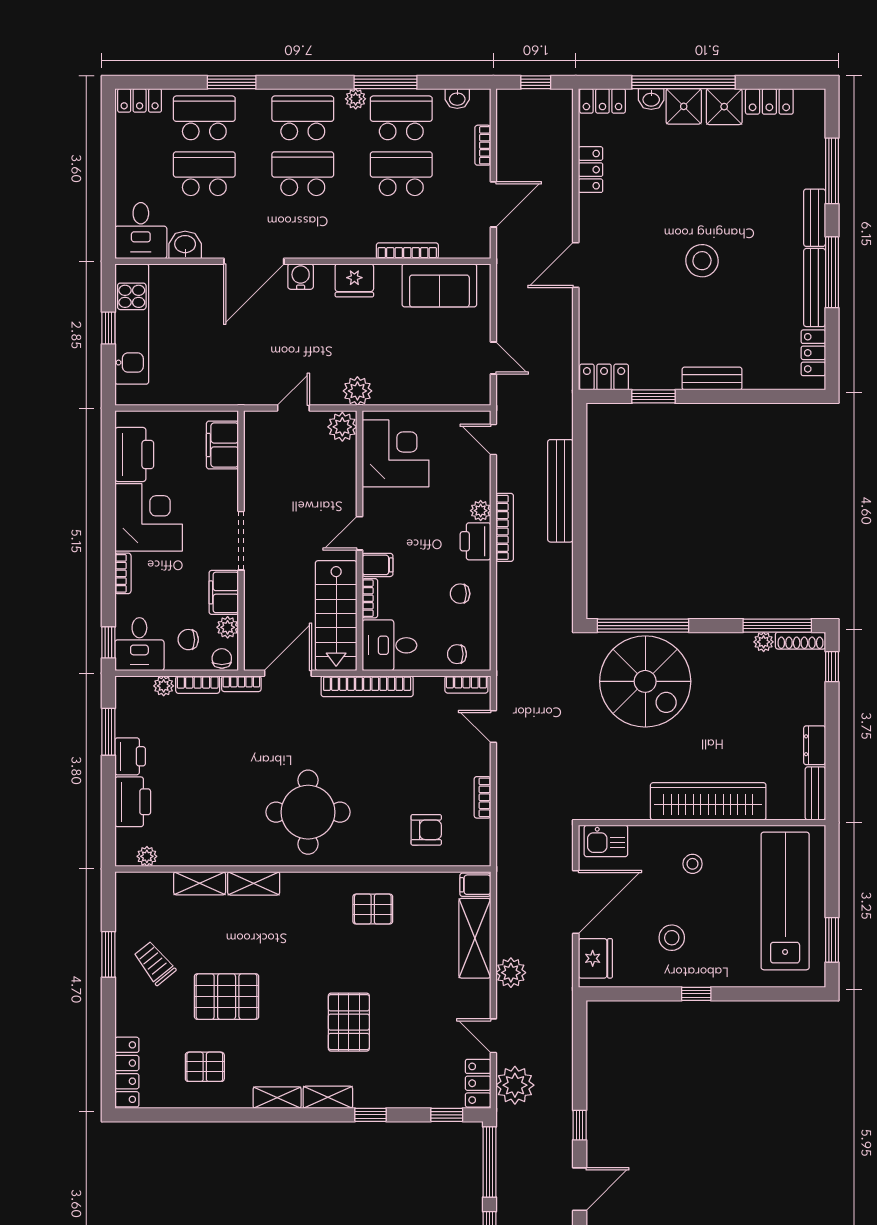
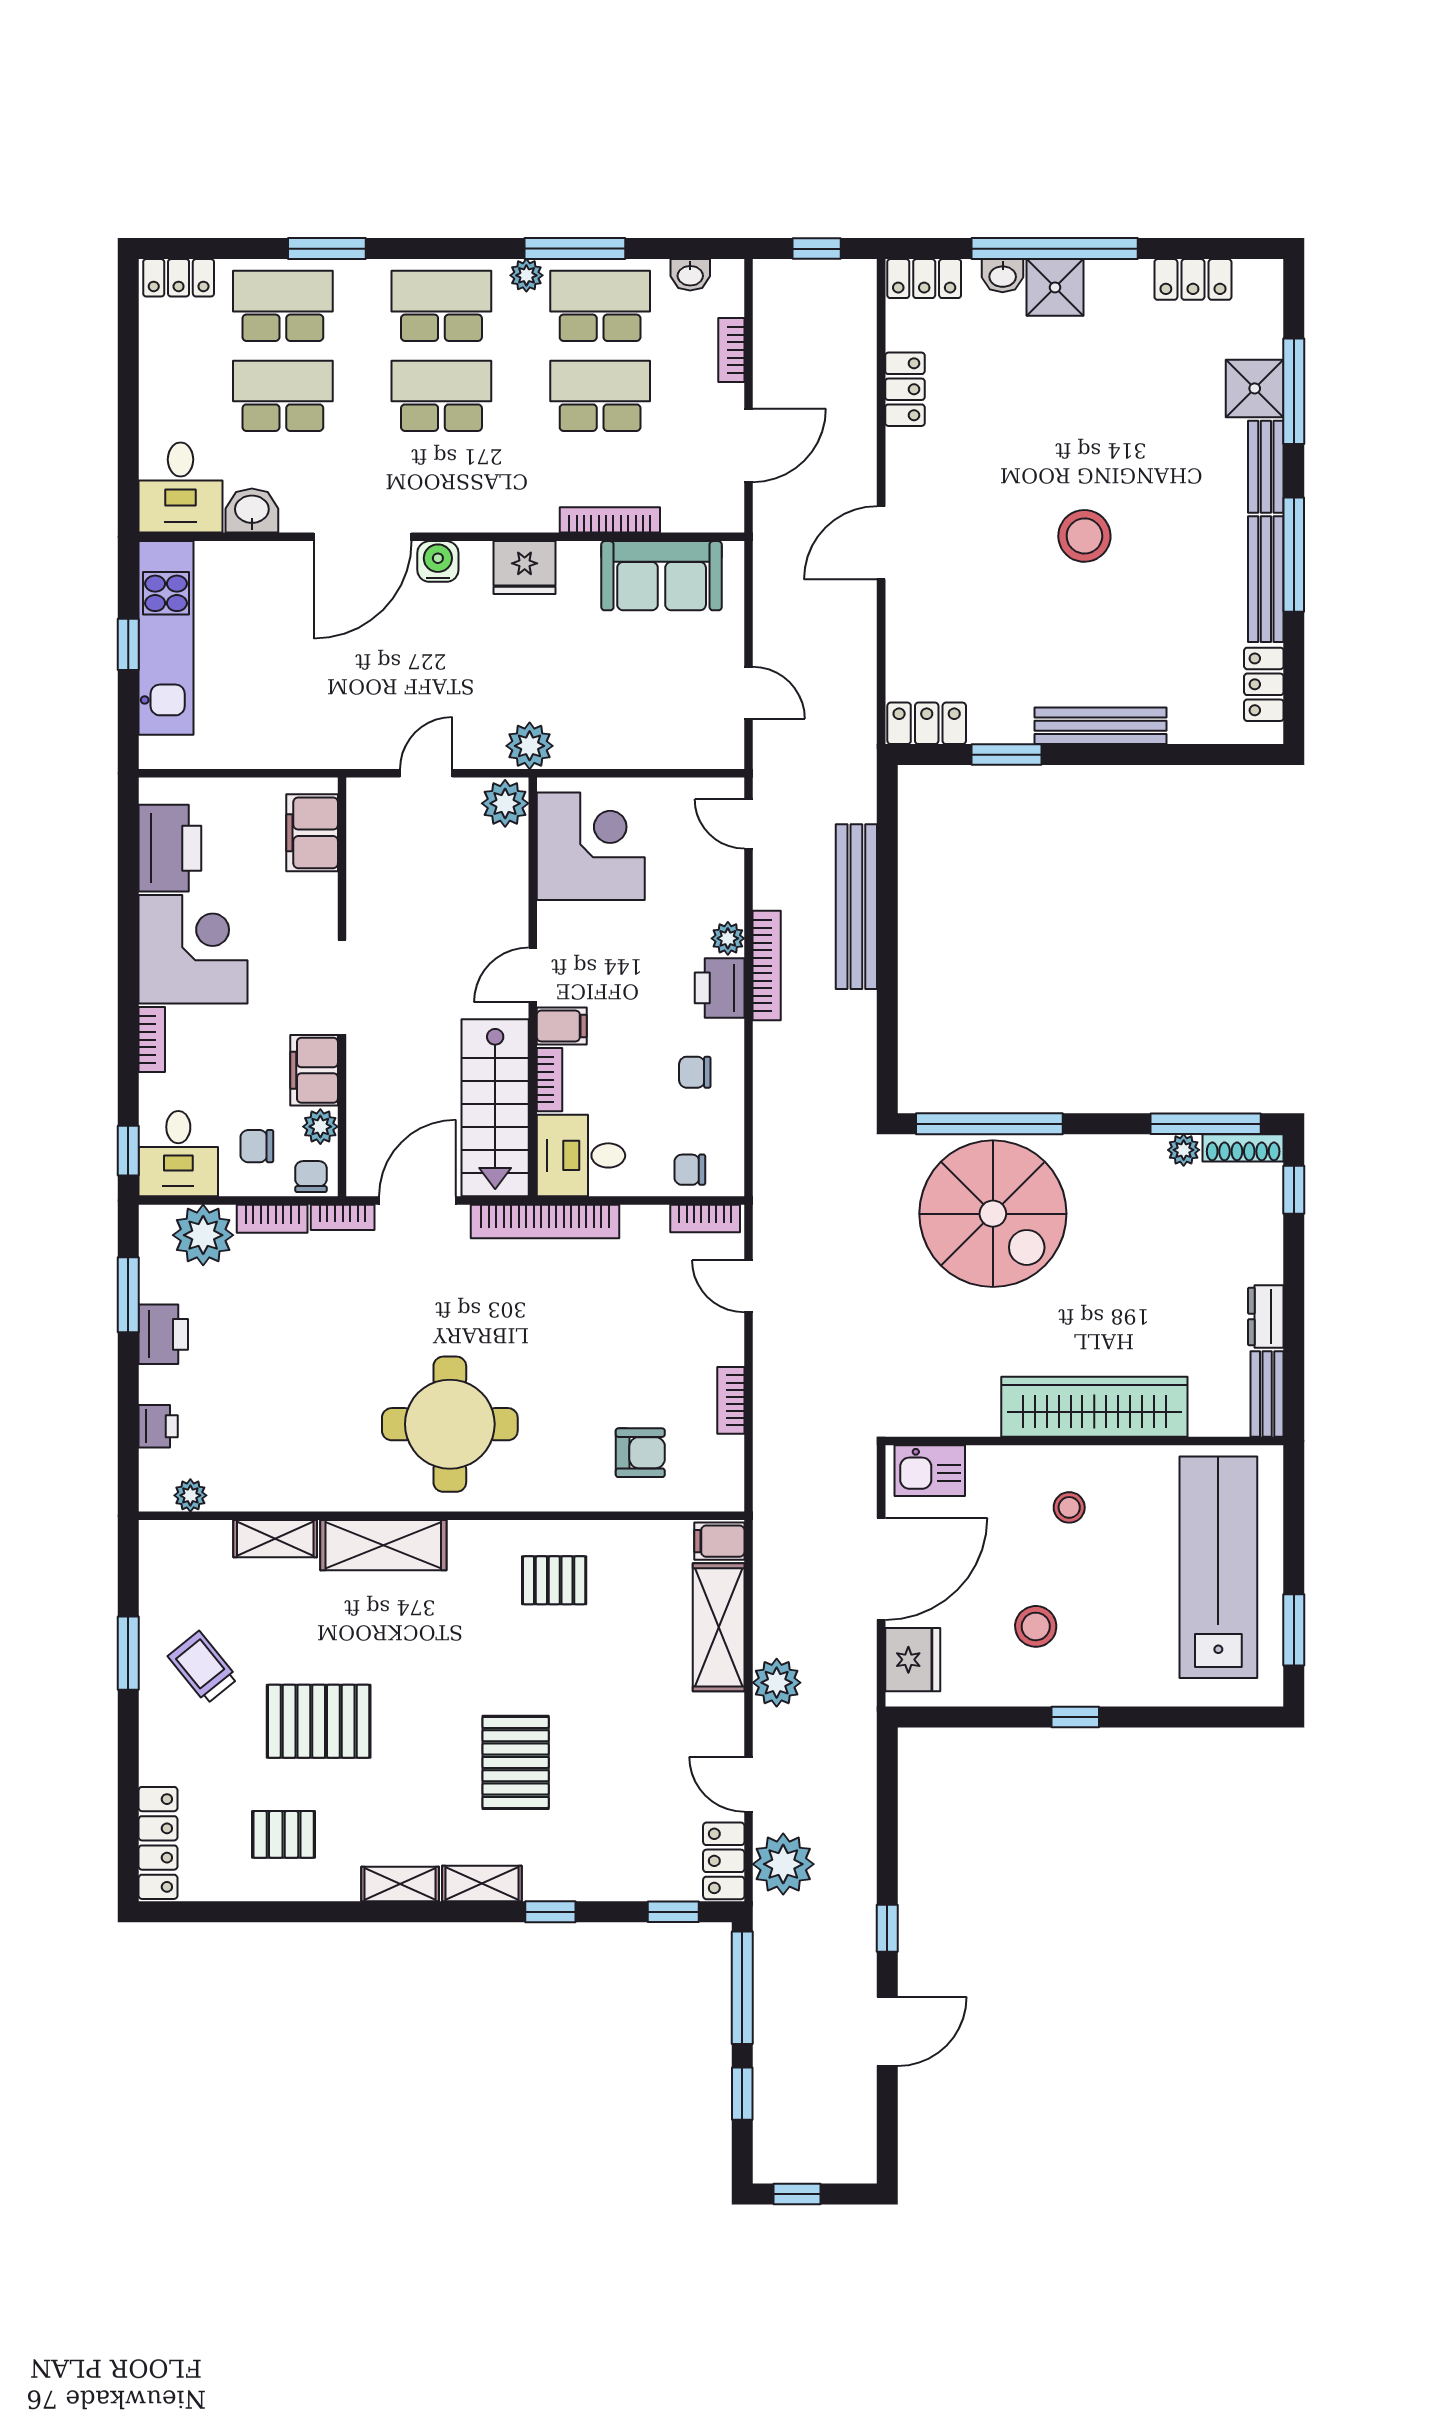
shower: (724, 107) -> (1255, 388), moved
bench: (712, 379) -> (1101, 726), width x1.36
plant: (164, 686) -> (203, 1235), width x1.88, depth x1.88
printer: (133, 802) -> (158, 1426), width x0.53, depth x0.68
shelving: (254, 883) -> (383, 1545), width x1.50, depth x1.33

